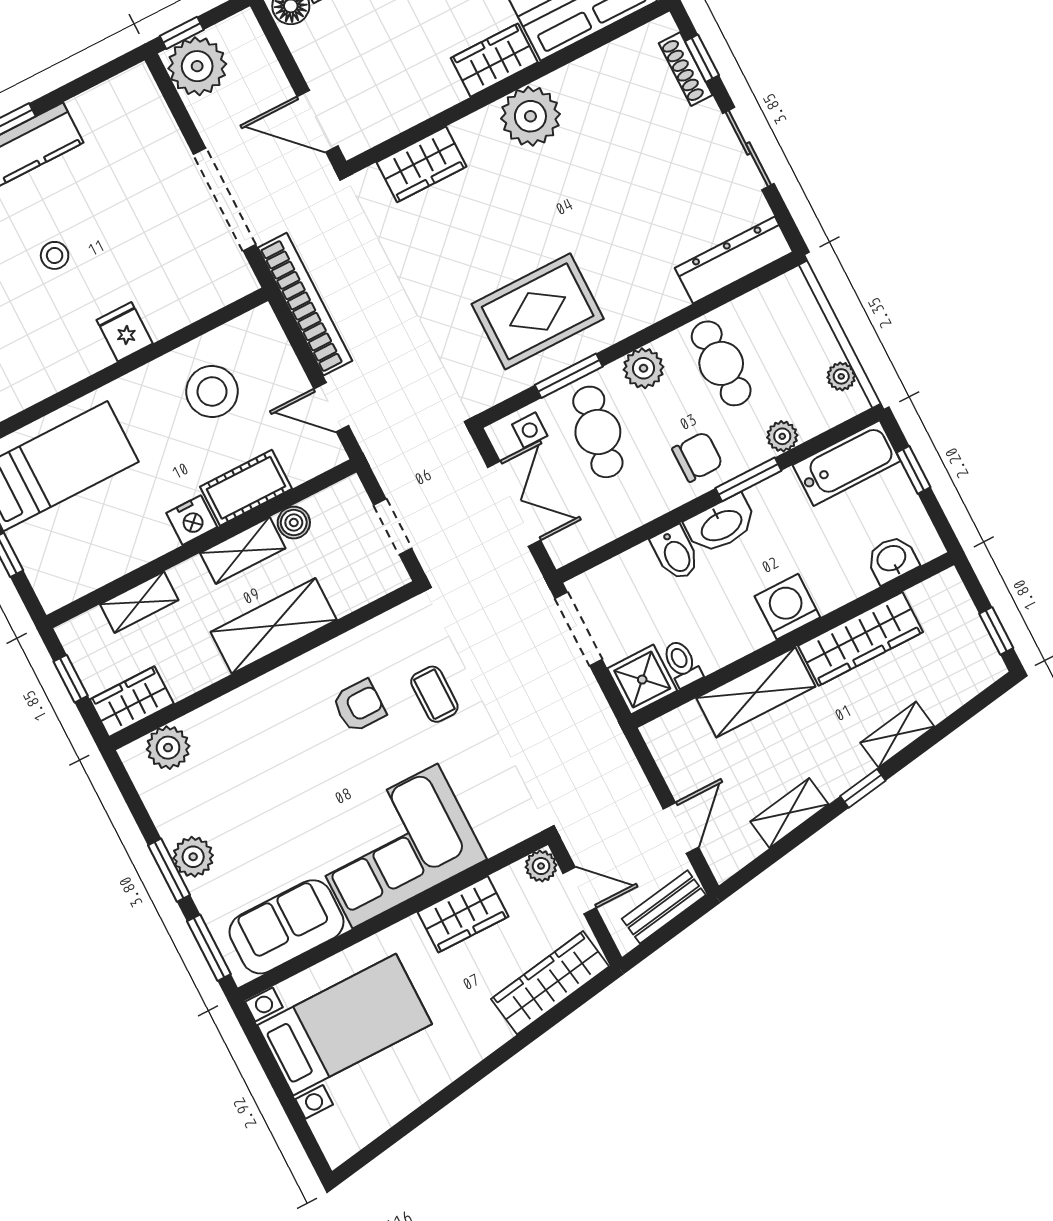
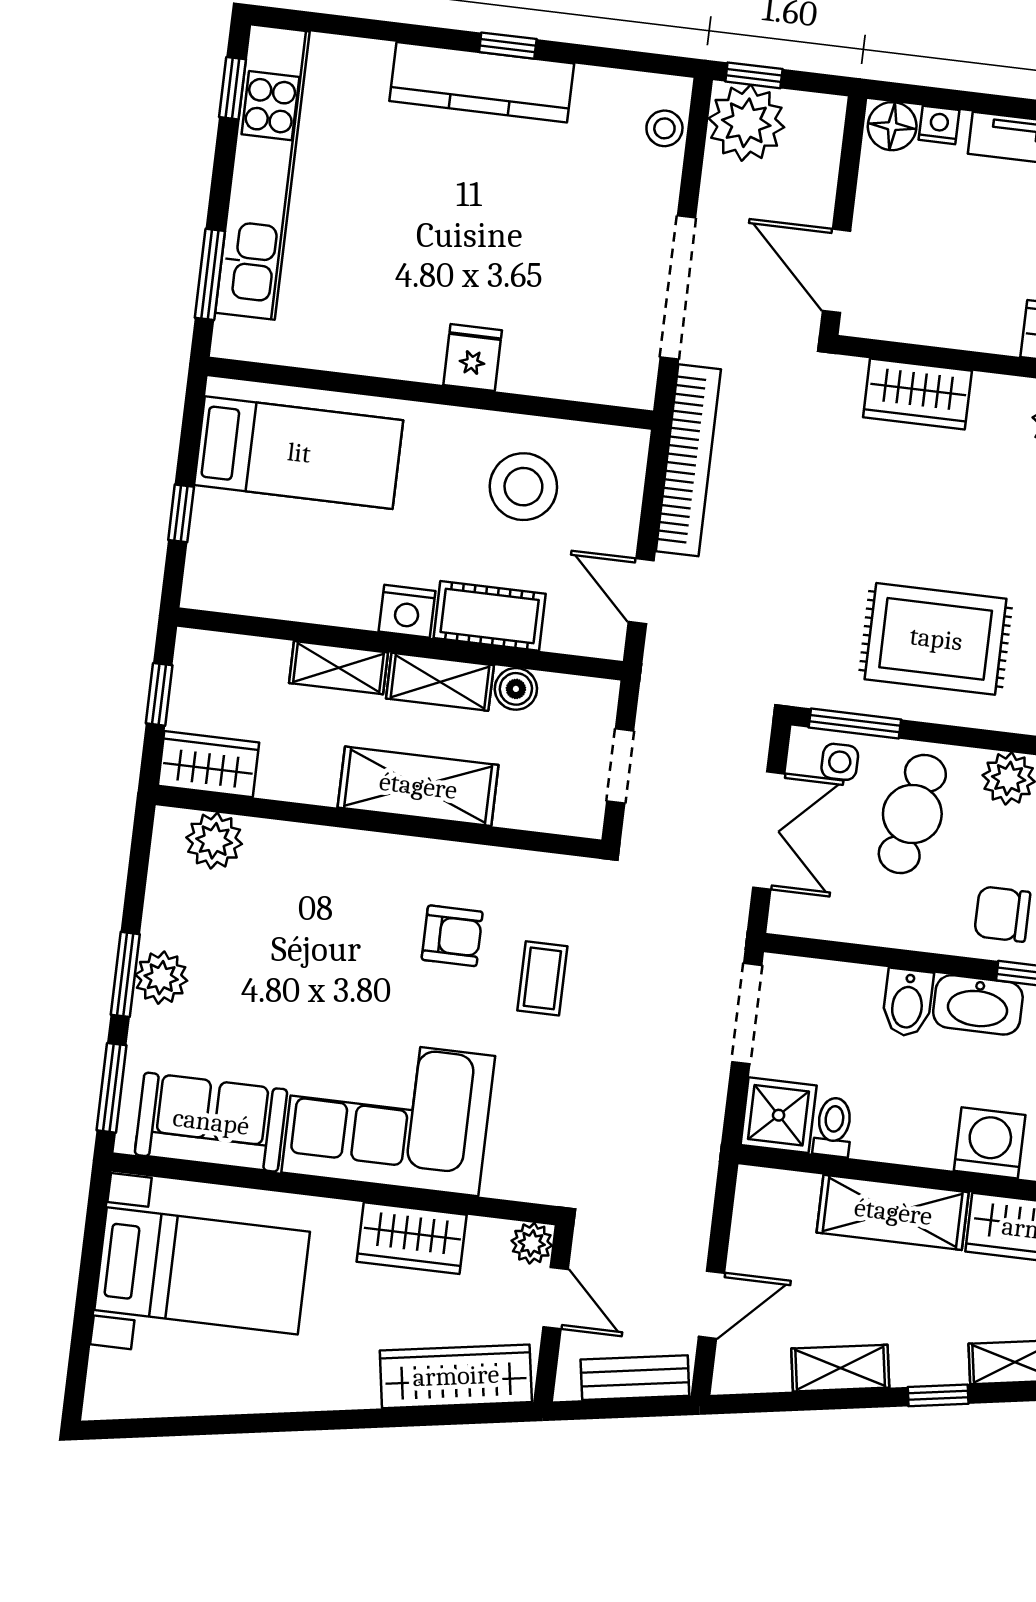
stool: (55, 255) -> (664, 128), moved
window: (569, 376) -> (855, 723), moved
chair: (698, 457) -> (1002, 914), turned 180
shelving: (139, 602) -> (338, 668), moved

